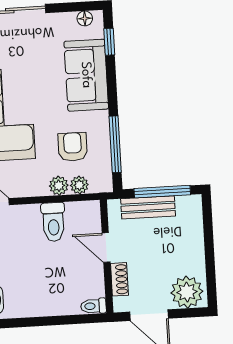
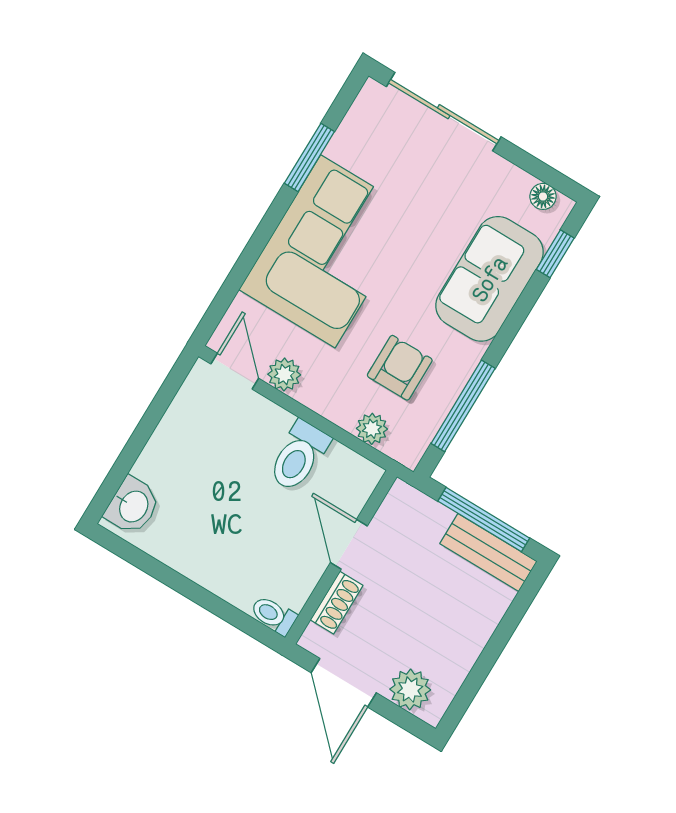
plant: (59, 186) -> (284, 375), moved
bench: (148, 207) -> (488, 552), moved
plant: (187, 292) -> (410, 689), width x0.73, depth x0.73

